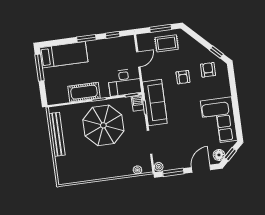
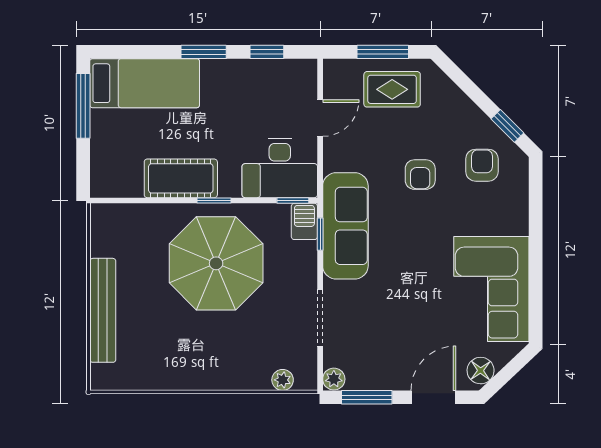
bench: (57, 134) -> (103, 310), moved
window: (230, 154) -> (508, 372), removed

